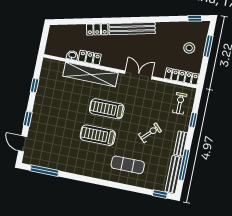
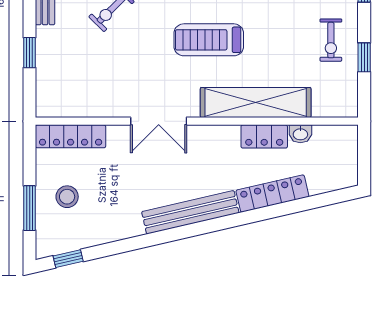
locker: (97, 29) -> (272, 194), width x1.53
exercise bike: (180, 103) -> (331, 40), moved
treadmill: (107, 109) -> (209, 40), turned 180

